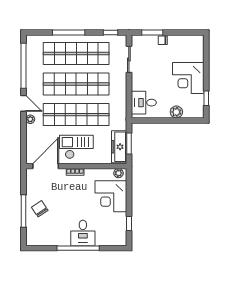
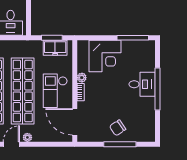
freezer: (119, 147) -> (55, 48), width x0.71
plant: (118, 173) -> (82, 78), moved
window: (129, 224) -> (133, 38), width x2.17

